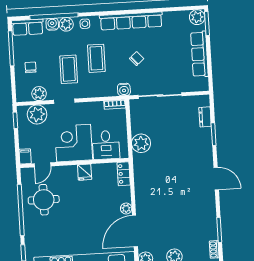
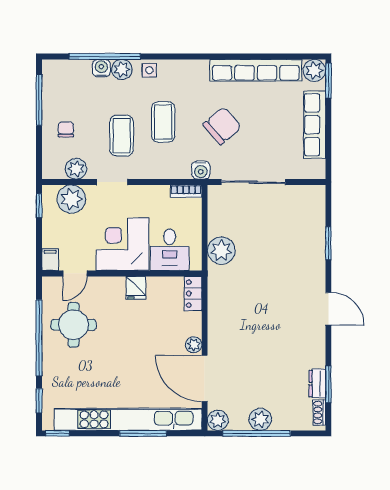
row of seats: (131, 21) -> (256, 70), moved
row of seats: (28, 27) -> (65, 70), removed
chair: (137, 59) -> (222, 126), width x1.87, depth x1.87
dresser: (205, 117) -> (317, 384), moved
door: (135, 231) -> (205, 379), hinge flipped

